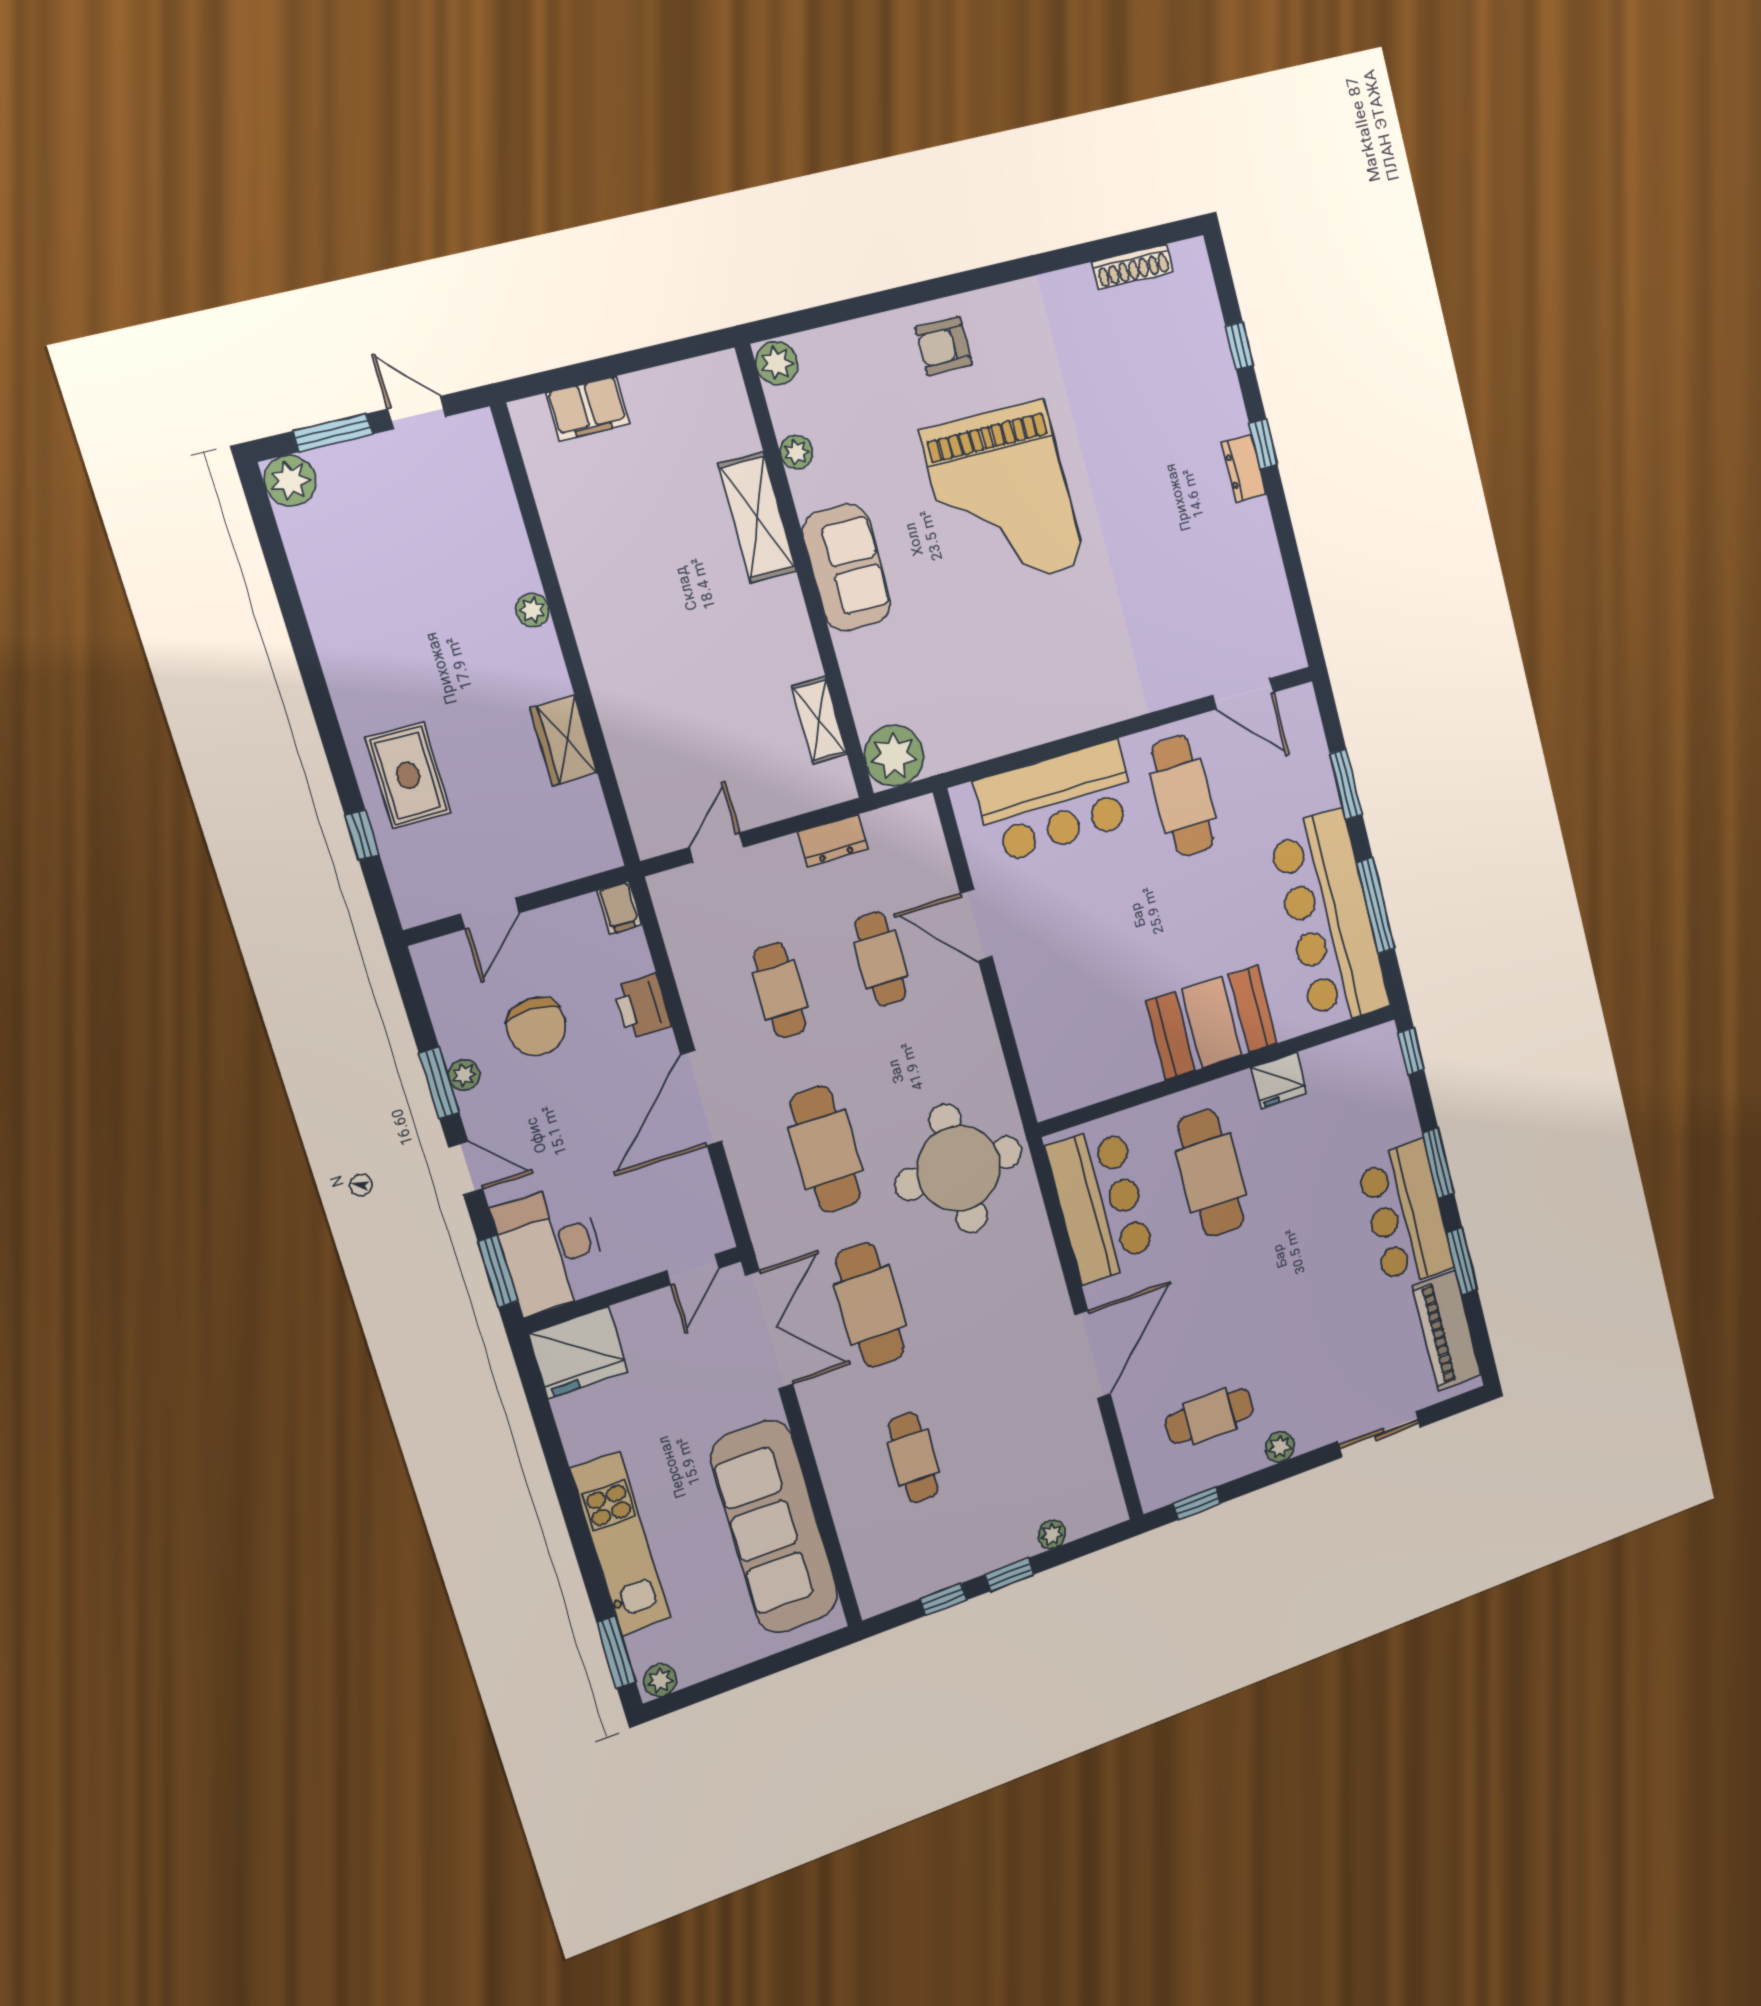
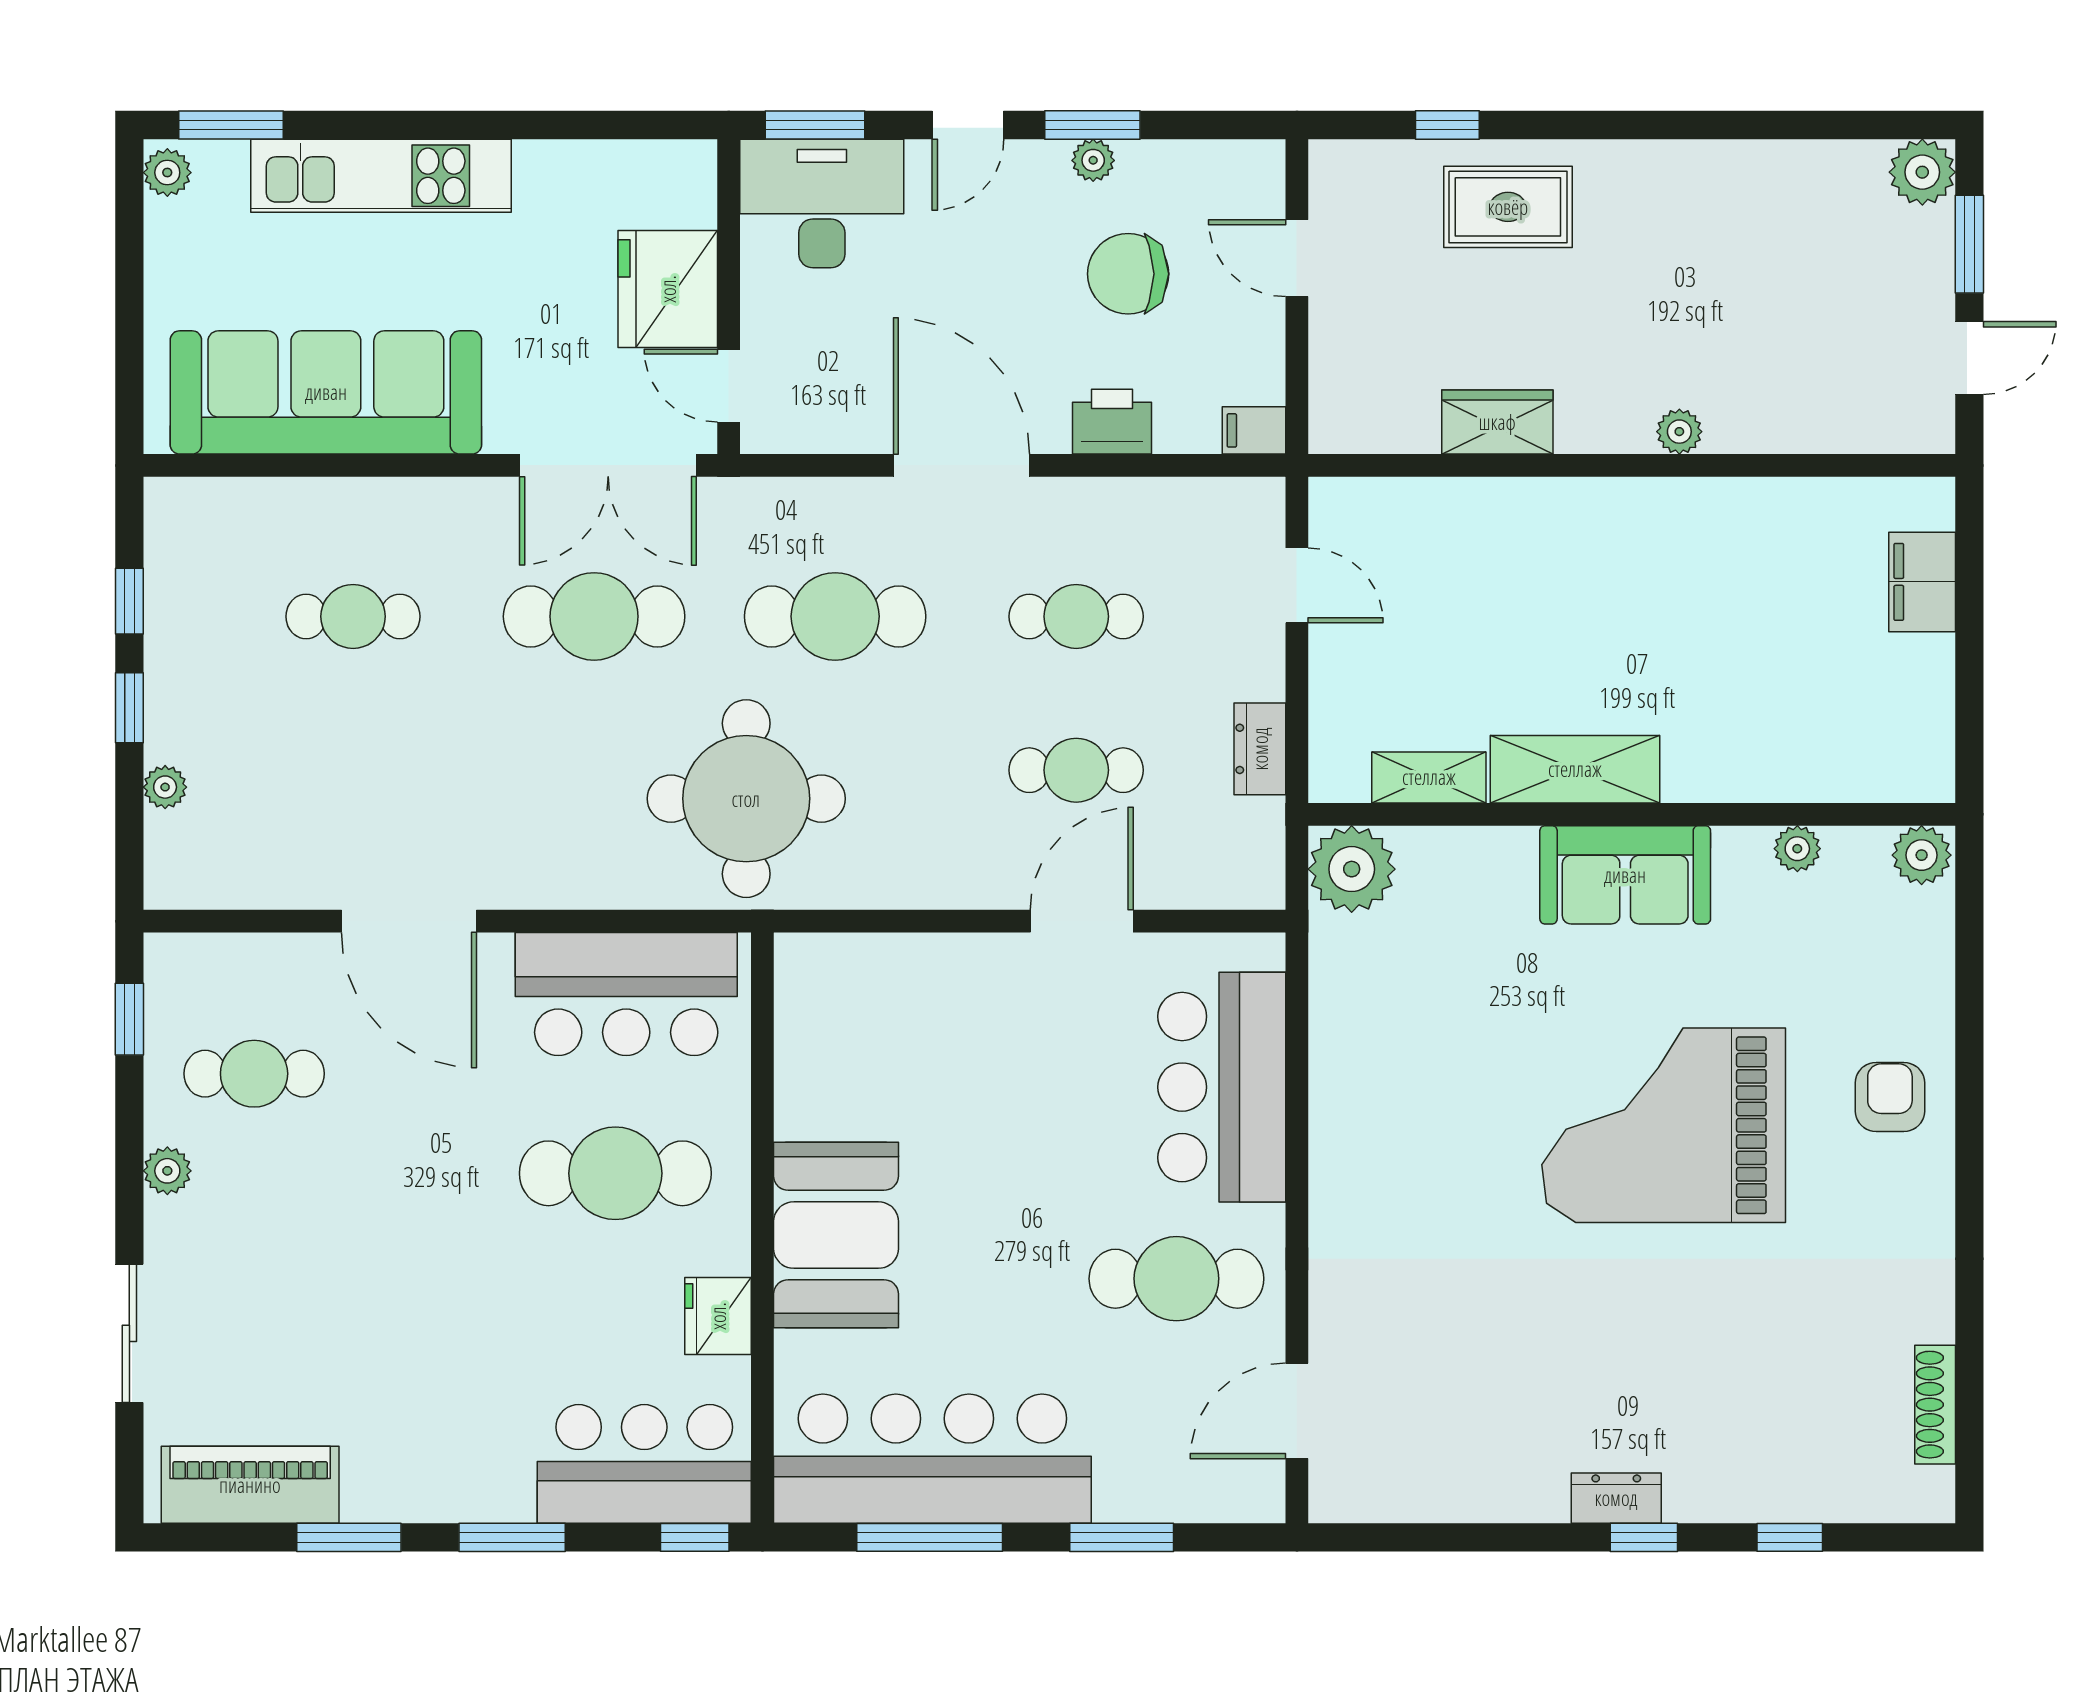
shelving: (757, 517) -> (1575, 769), moved
bar counter: (1406, 1215) -> (644, 1464), moved
fridge: (578, 1352) -> (668, 289), moved
cafe table: (1209, 1416) -> (254, 1074), turned 90

